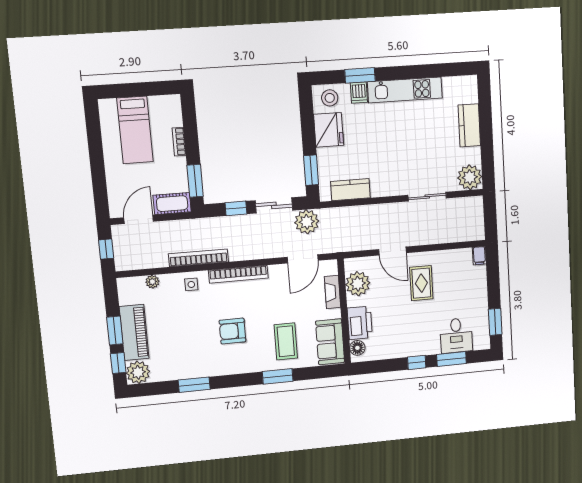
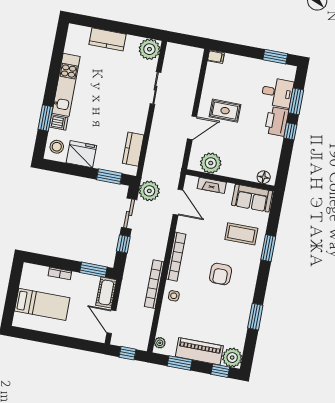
plant: (152, 282) -> (160, 343), moved
printer: (360, 323) -> (277, 121), moved, turned -90
window: (115, 330) -> (180, 363), moved

